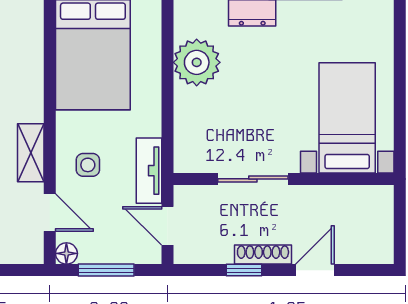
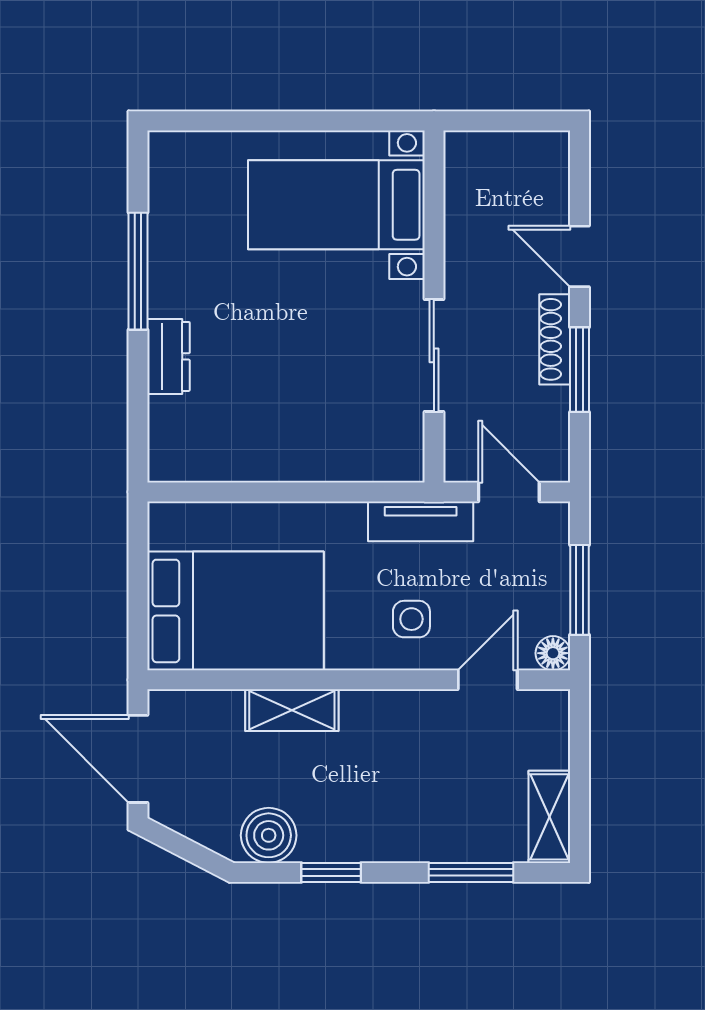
plant: (197, 62) -> (248, 445), removed
shelving: (31, 153) -> (292, 710), moved
door: (167, 226) -> (509, 492), swing flipped
window: (244, 270) -> (580, 370), width x1.50

